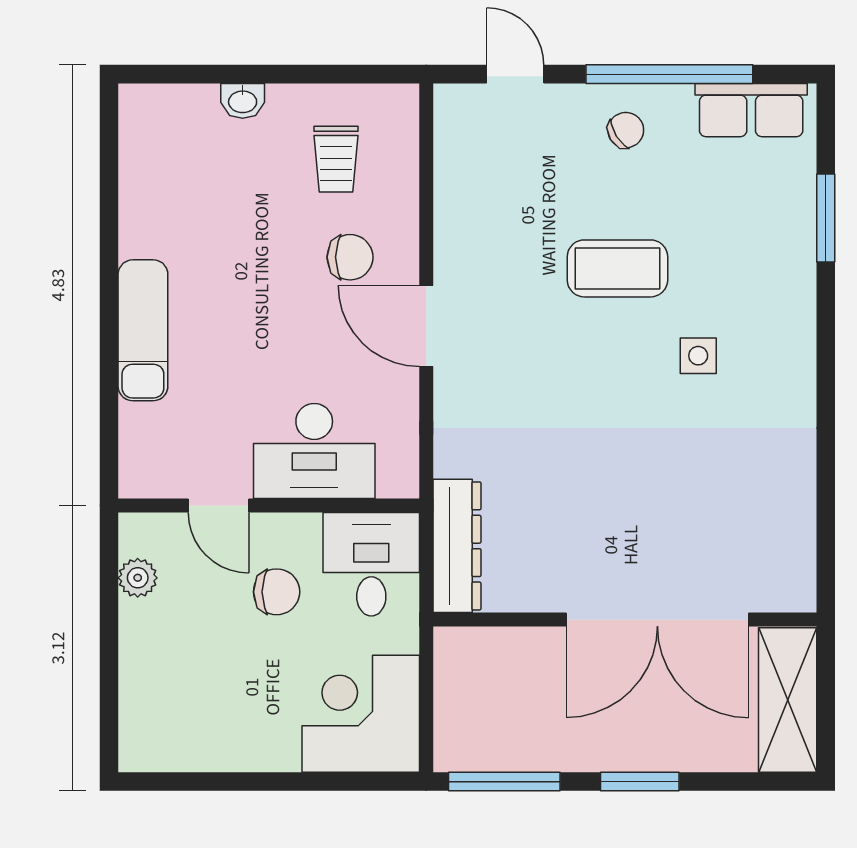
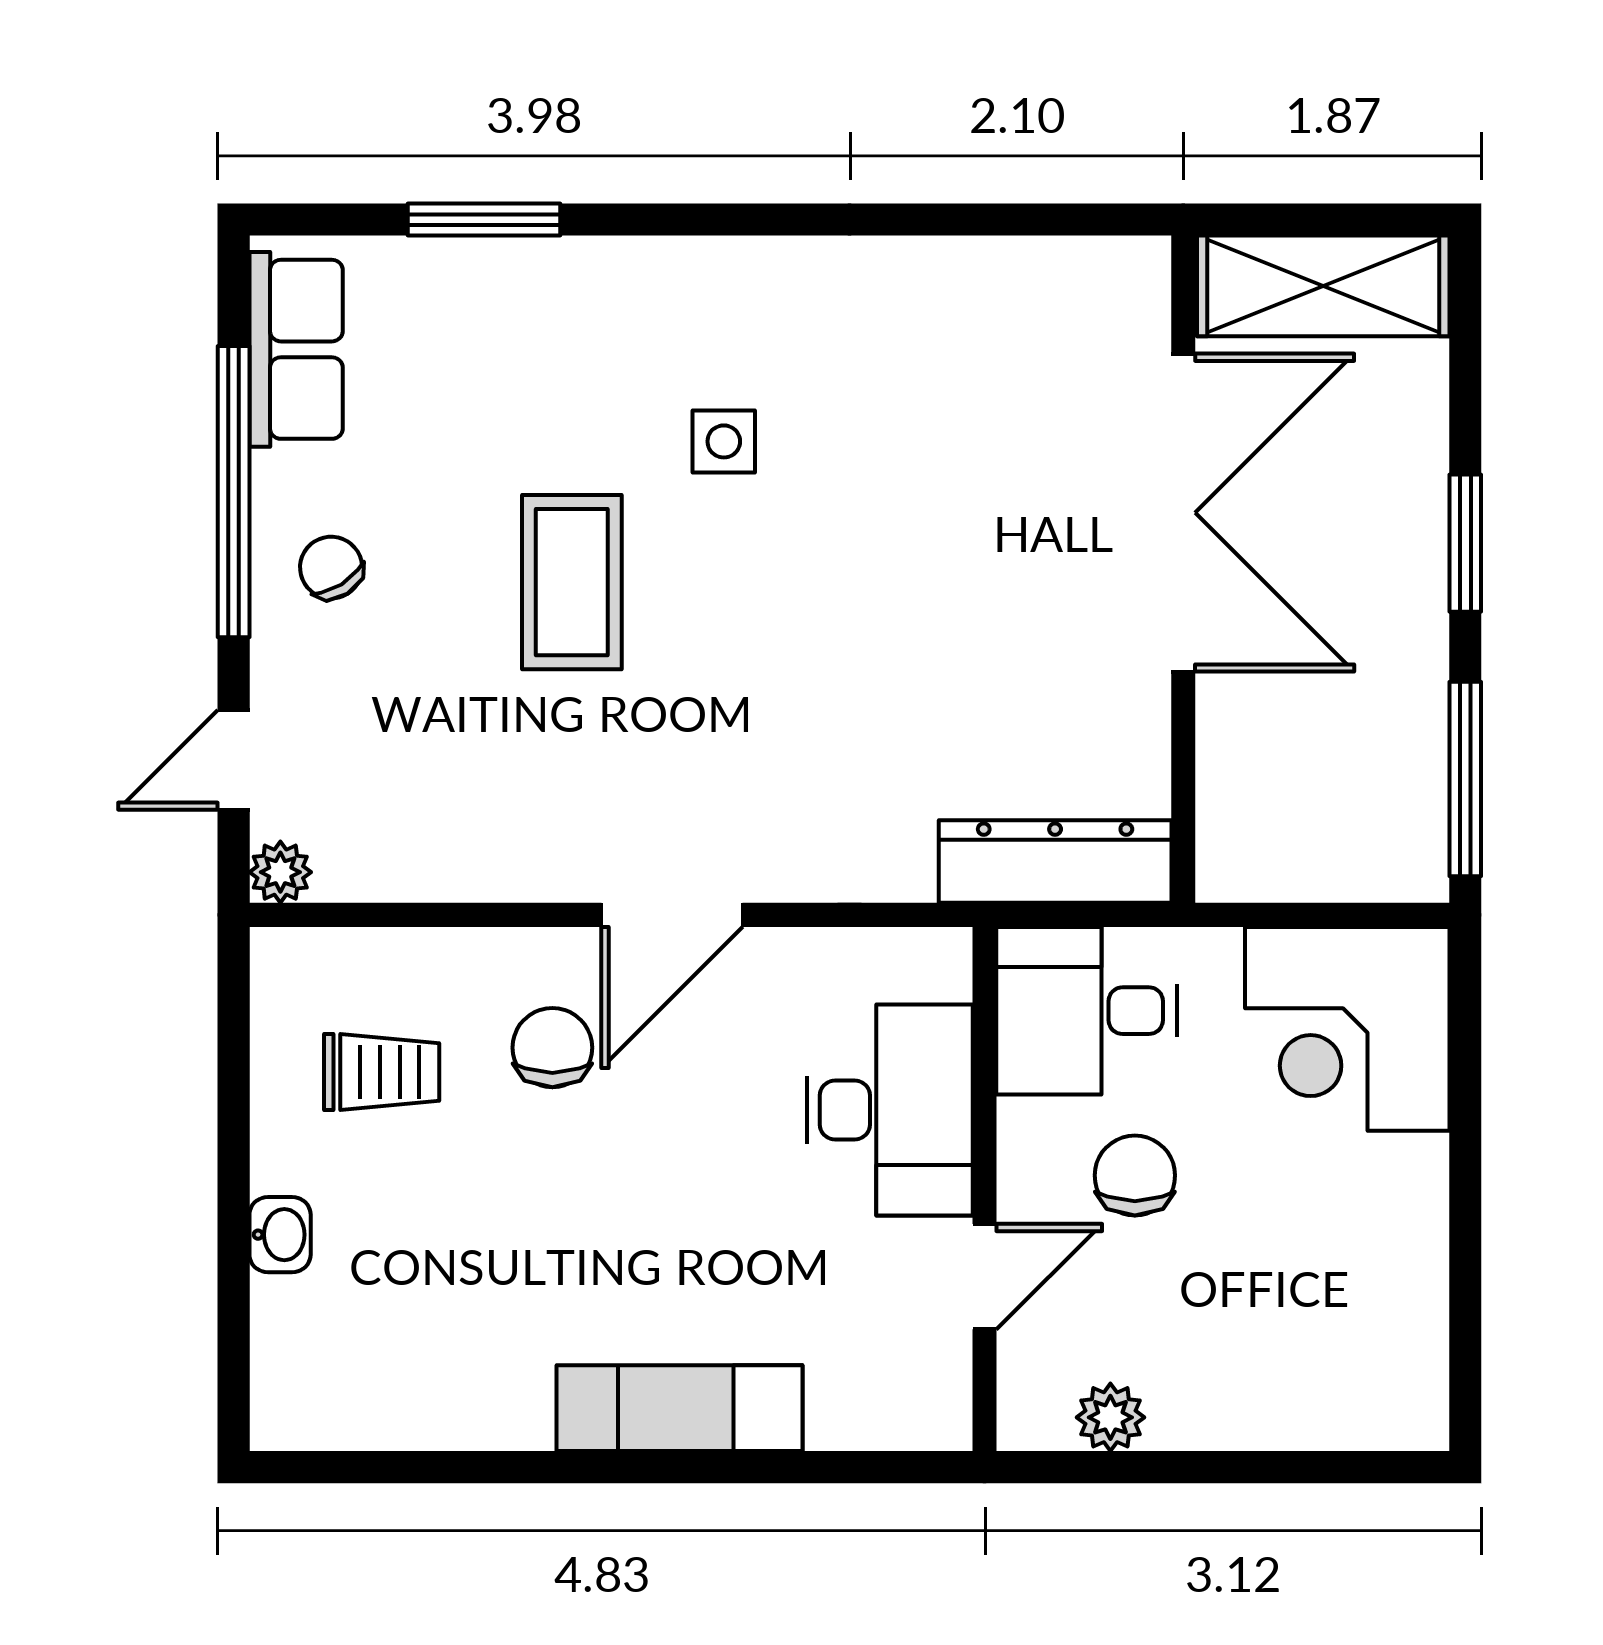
plant: (451, 101) -> (280, 872), added

